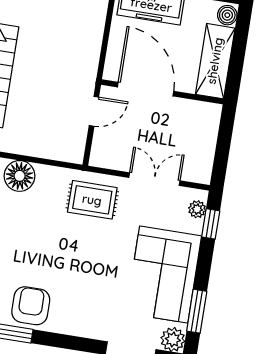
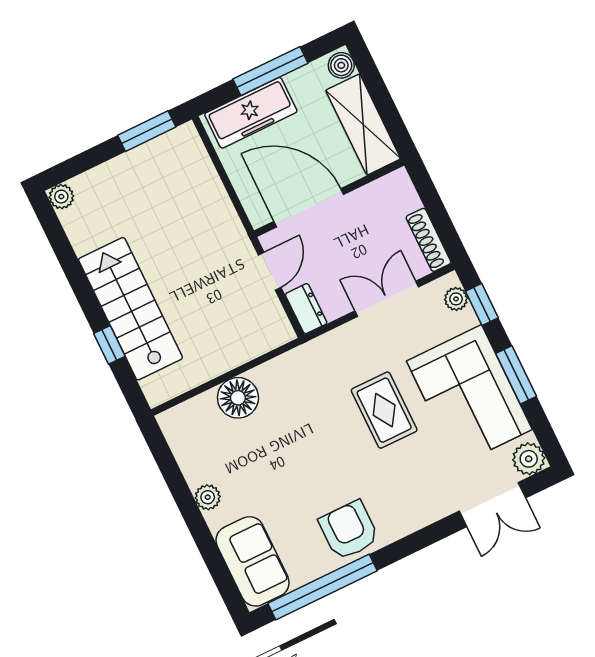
dresser: (100, 150) -> (306, 309), added
shoe rack: (206, 161) -> (429, 240), added
rug: (92, 200) -> (384, 410), moved, turned 90
window: (197, 311) -> (516, 375), moved

